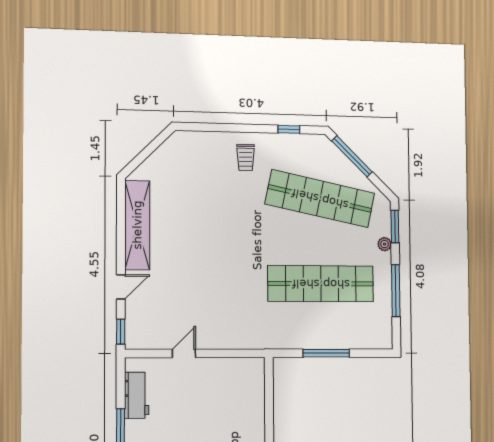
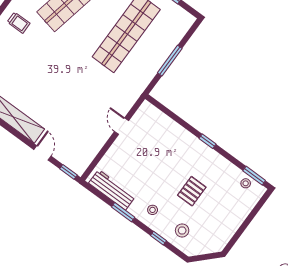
door: (184, 353) -> (122, 126), moved
workbench: (137, 395) -> (112, 190), width x1.38

